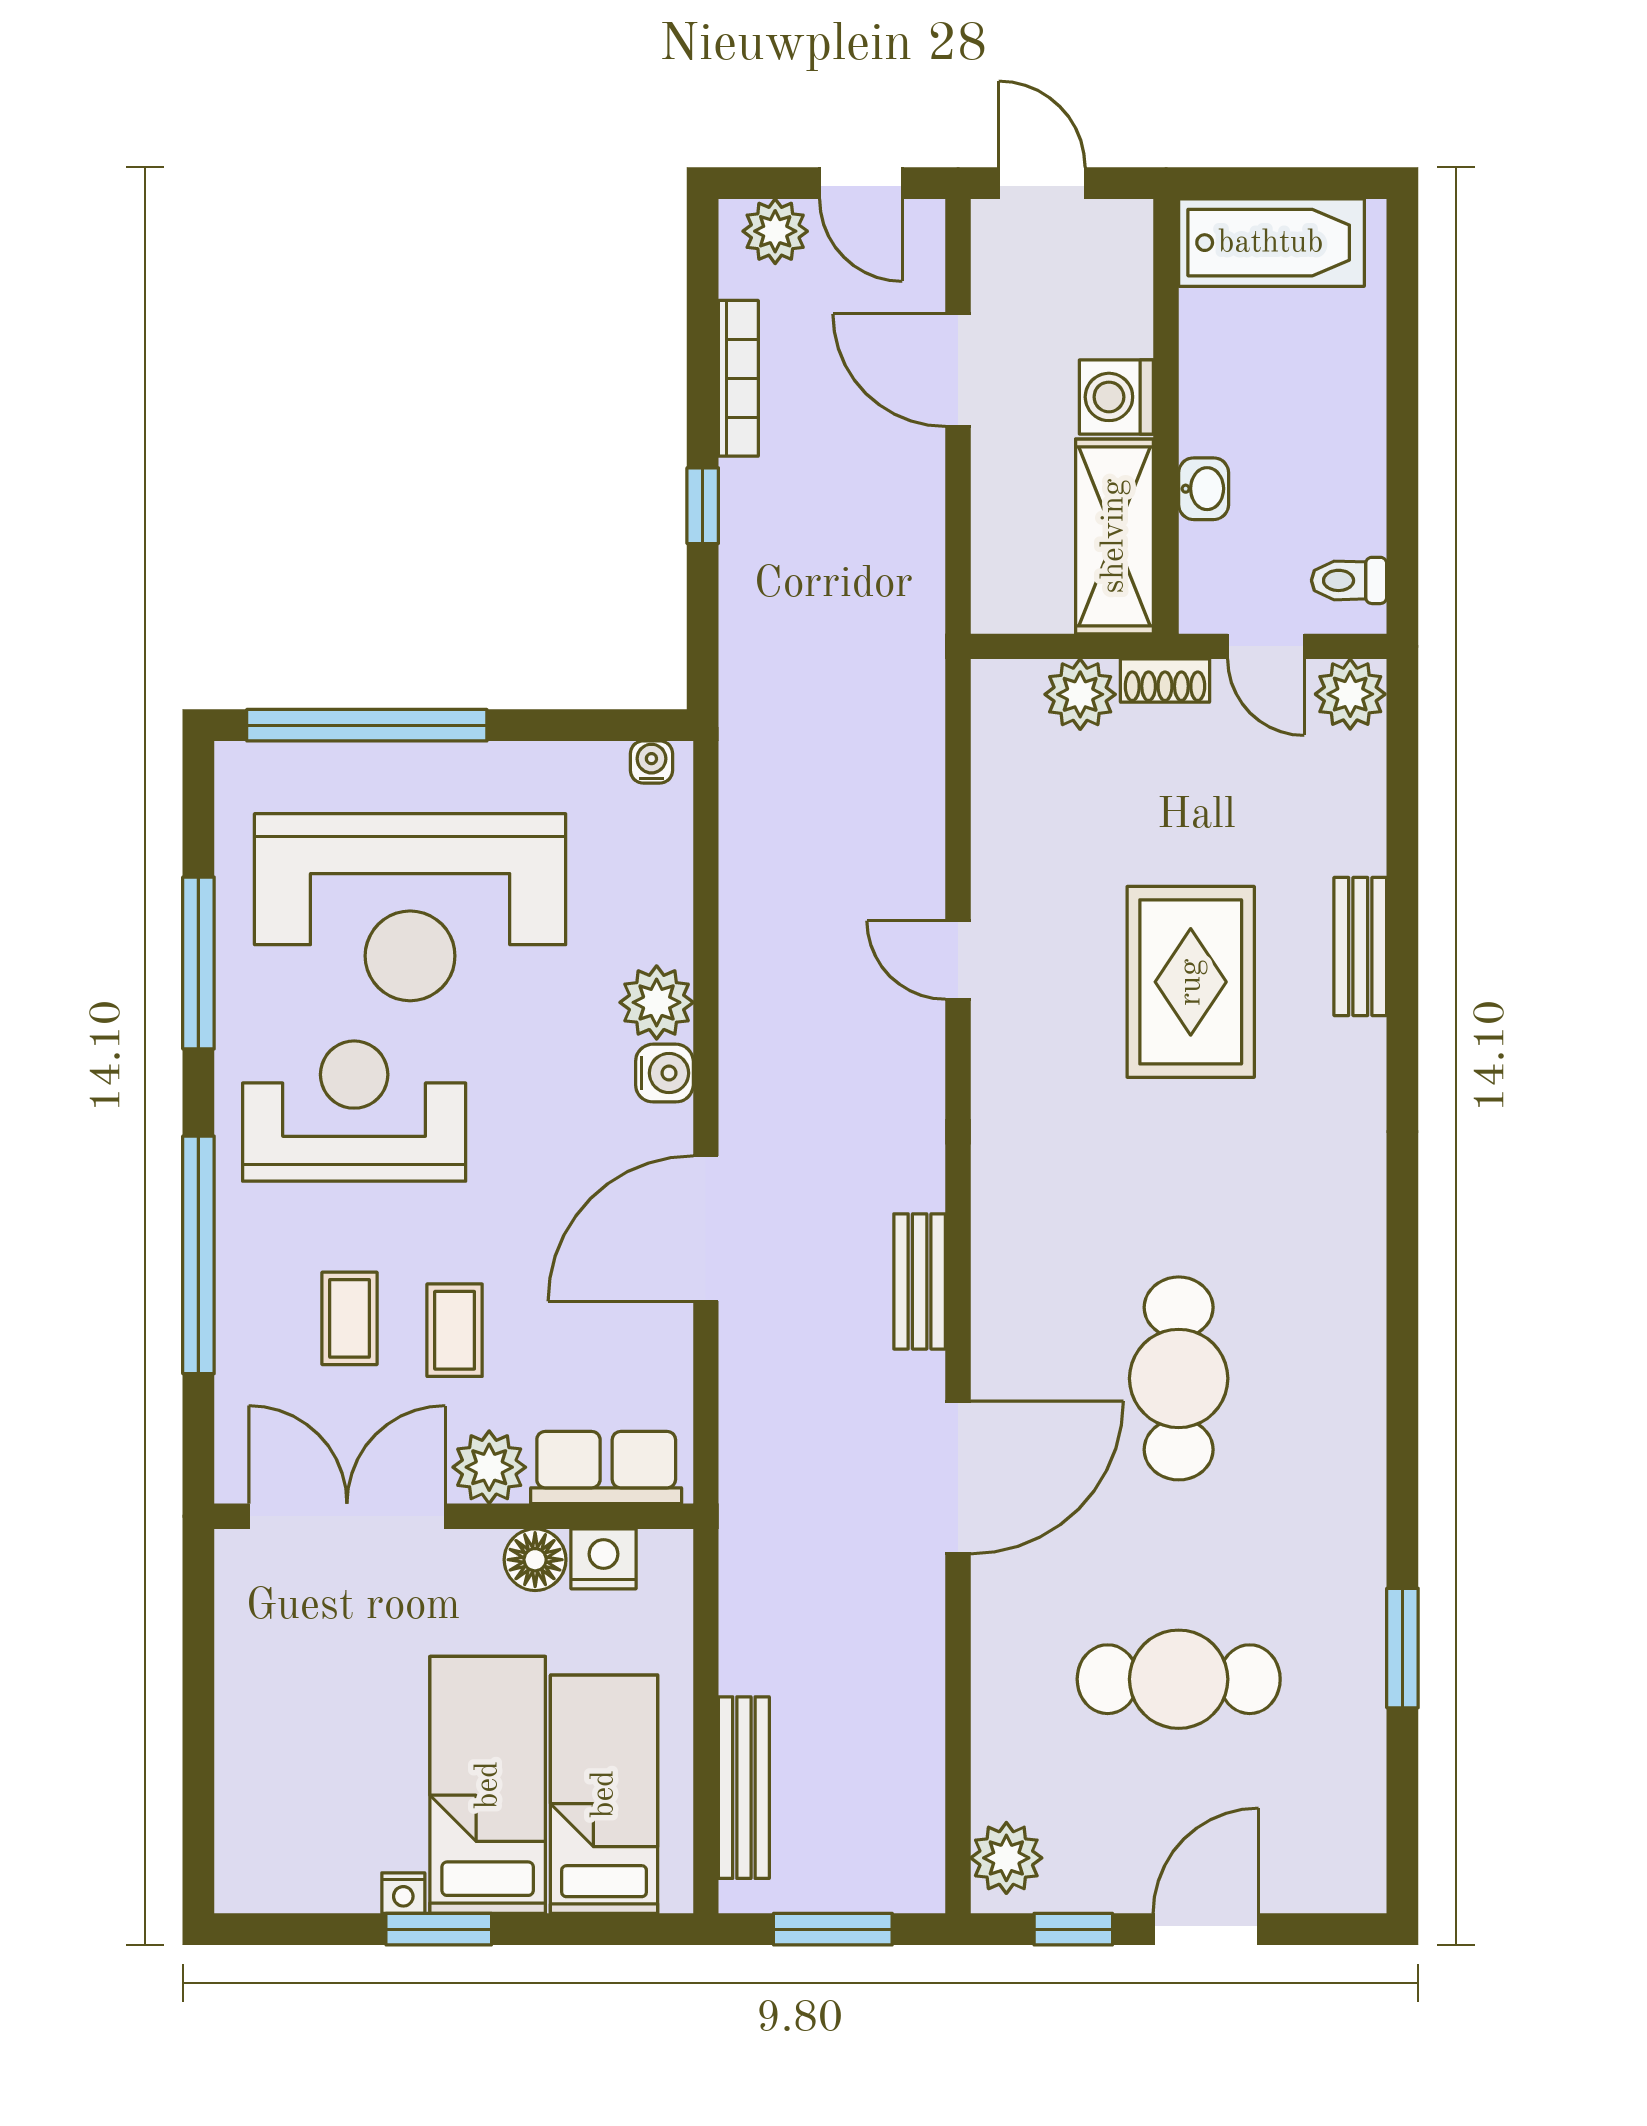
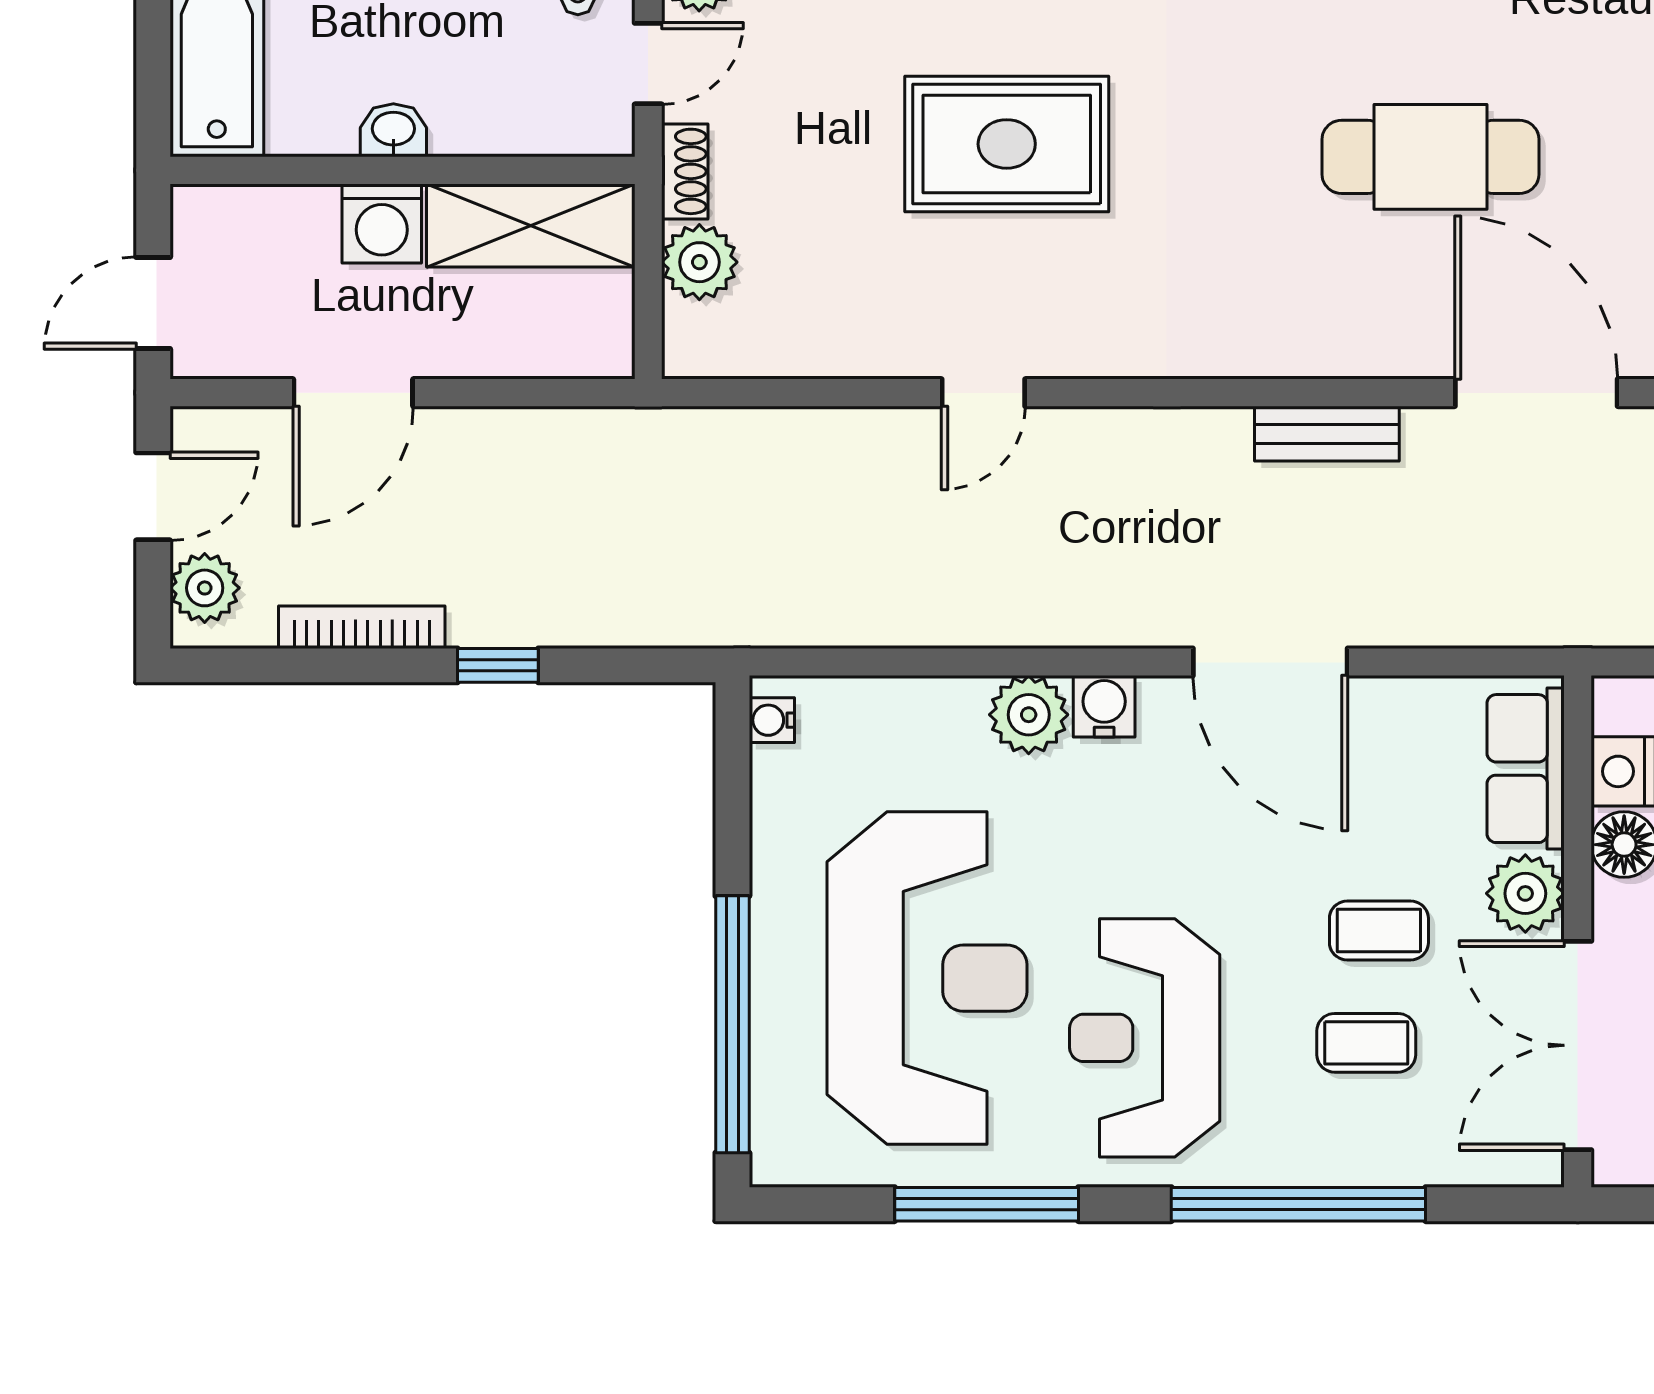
washbasin: (1204, 489) -> (393, 130), moved

